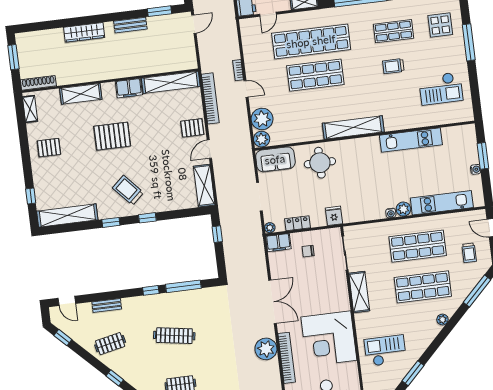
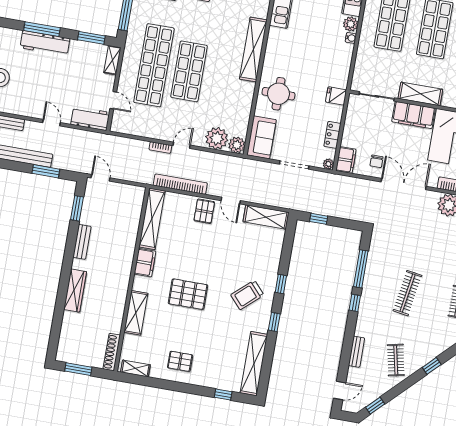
pallet: (112, 136) -> (188, 294), turned 90
pallet: (49, 148) -> (180, 361), turned 90
chair: (308, 251) -> (377, 161), moved
filing cabinet: (338, 292) -> (414, 115), added

